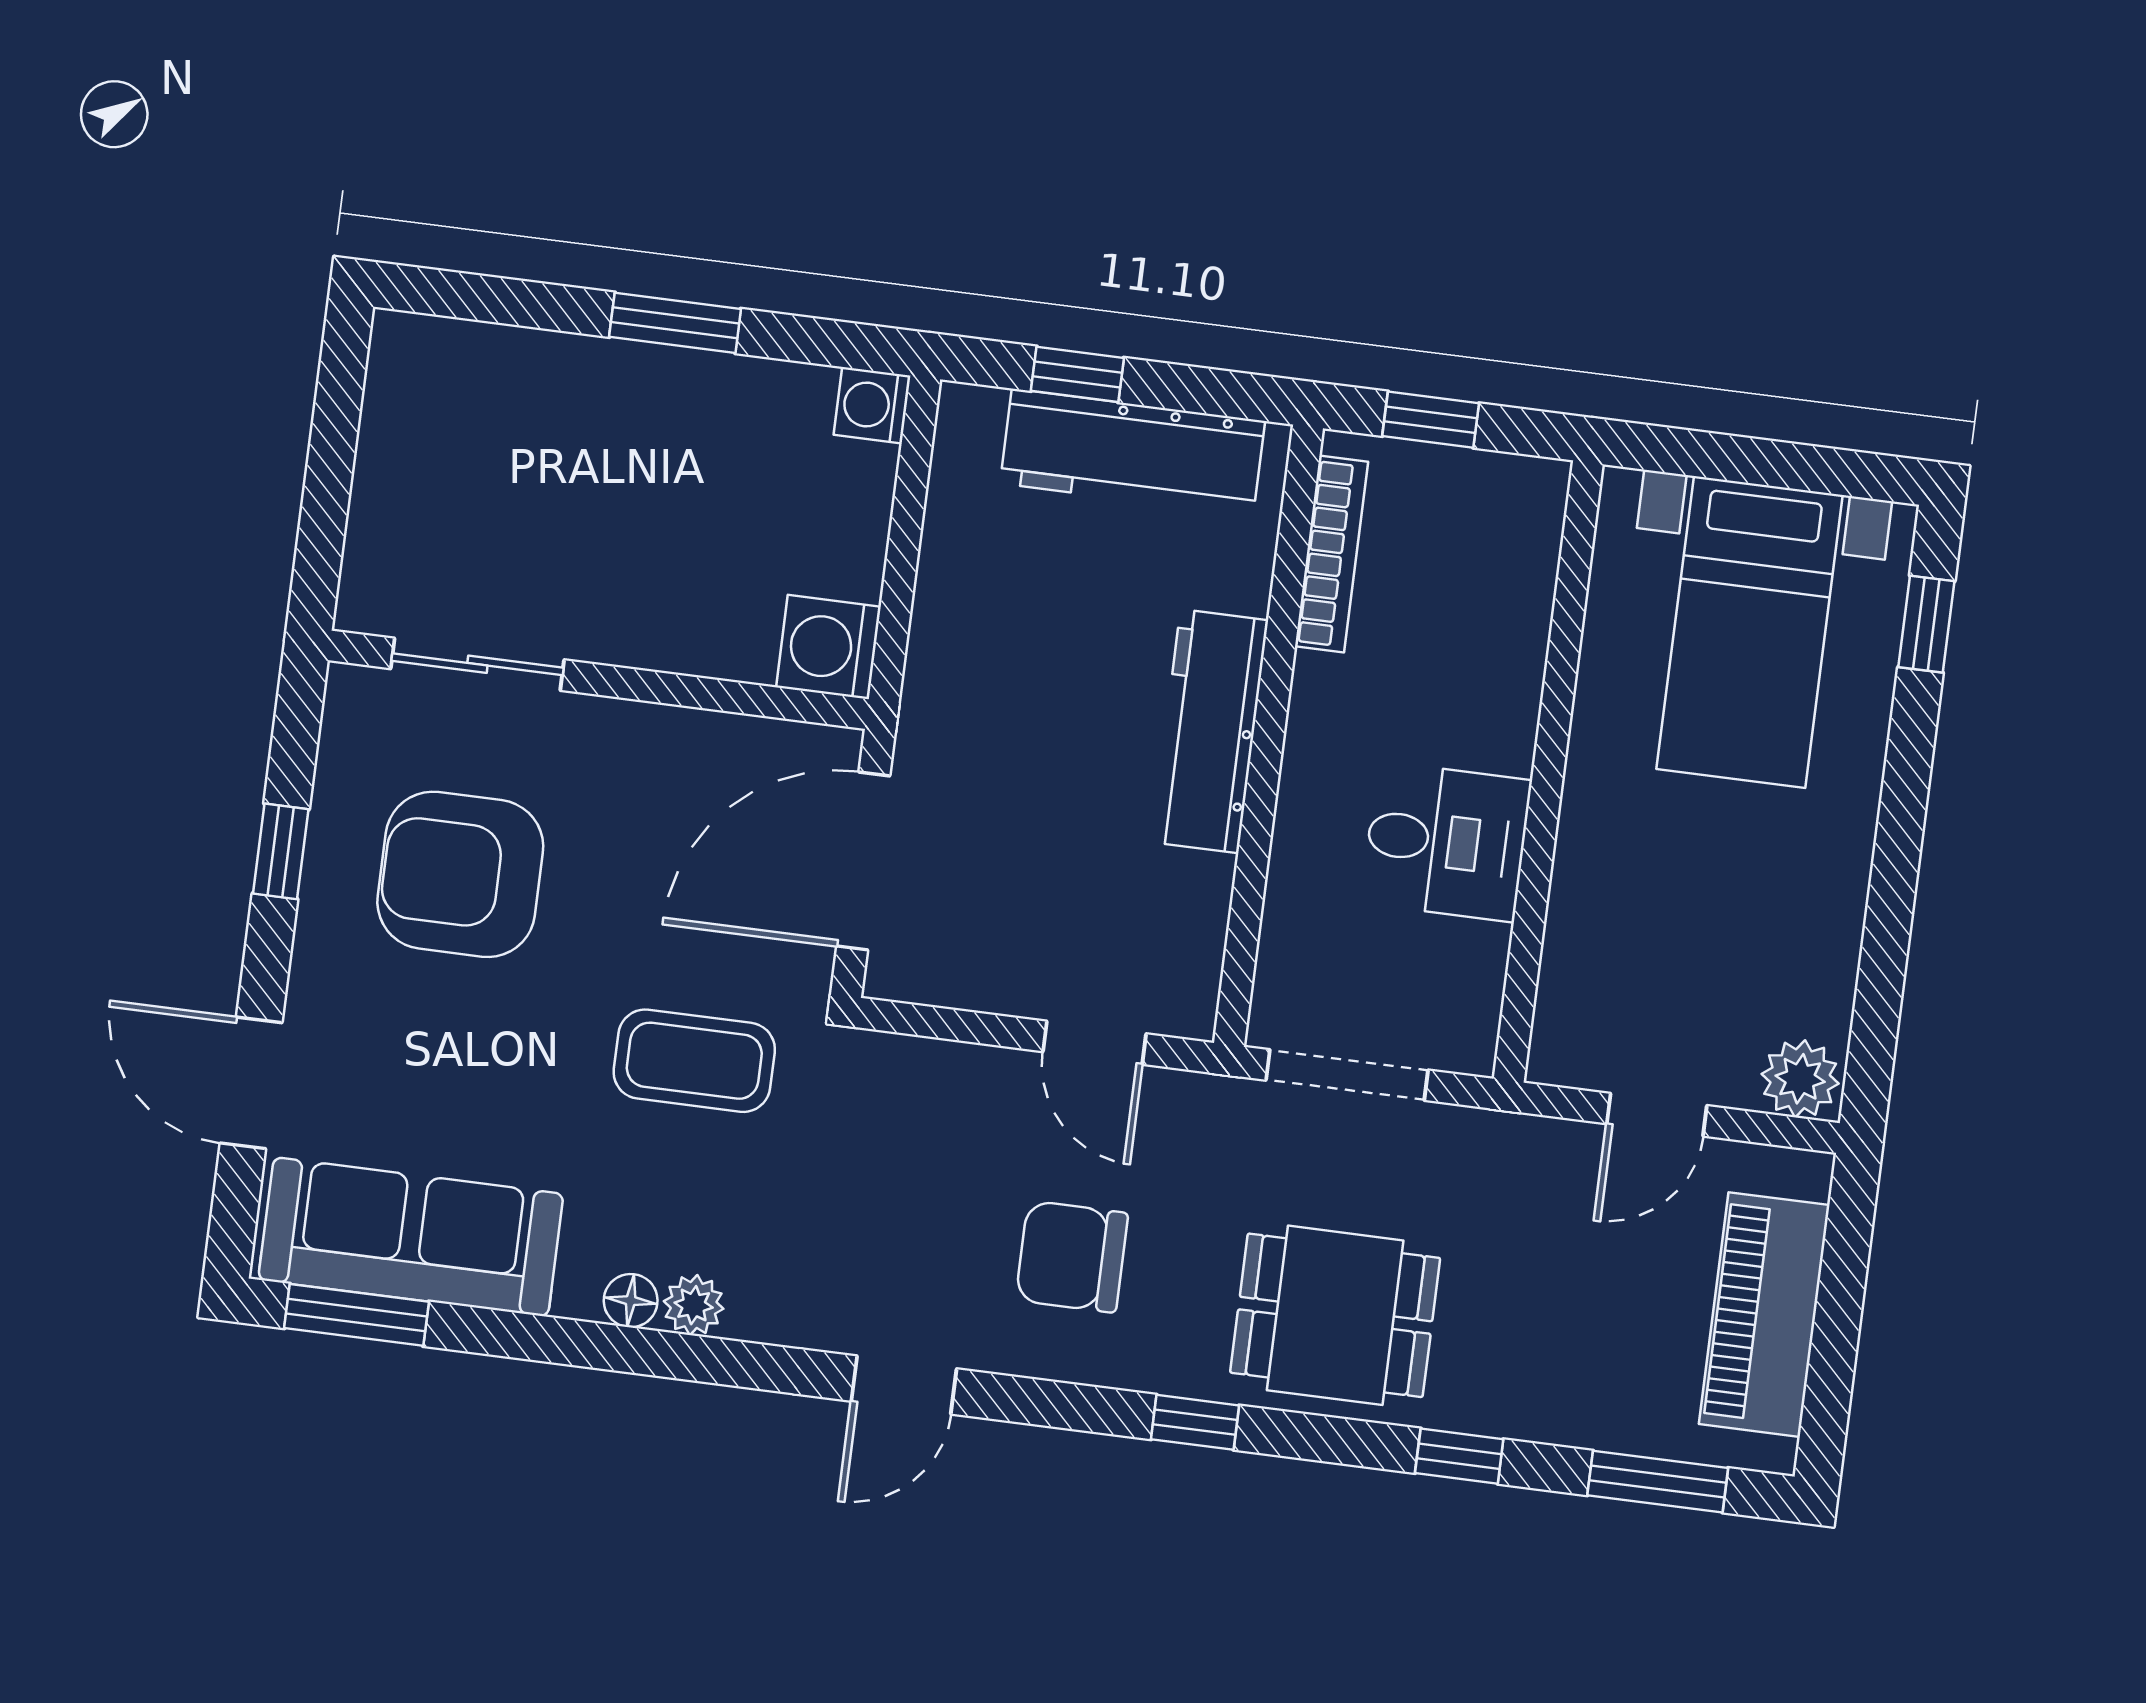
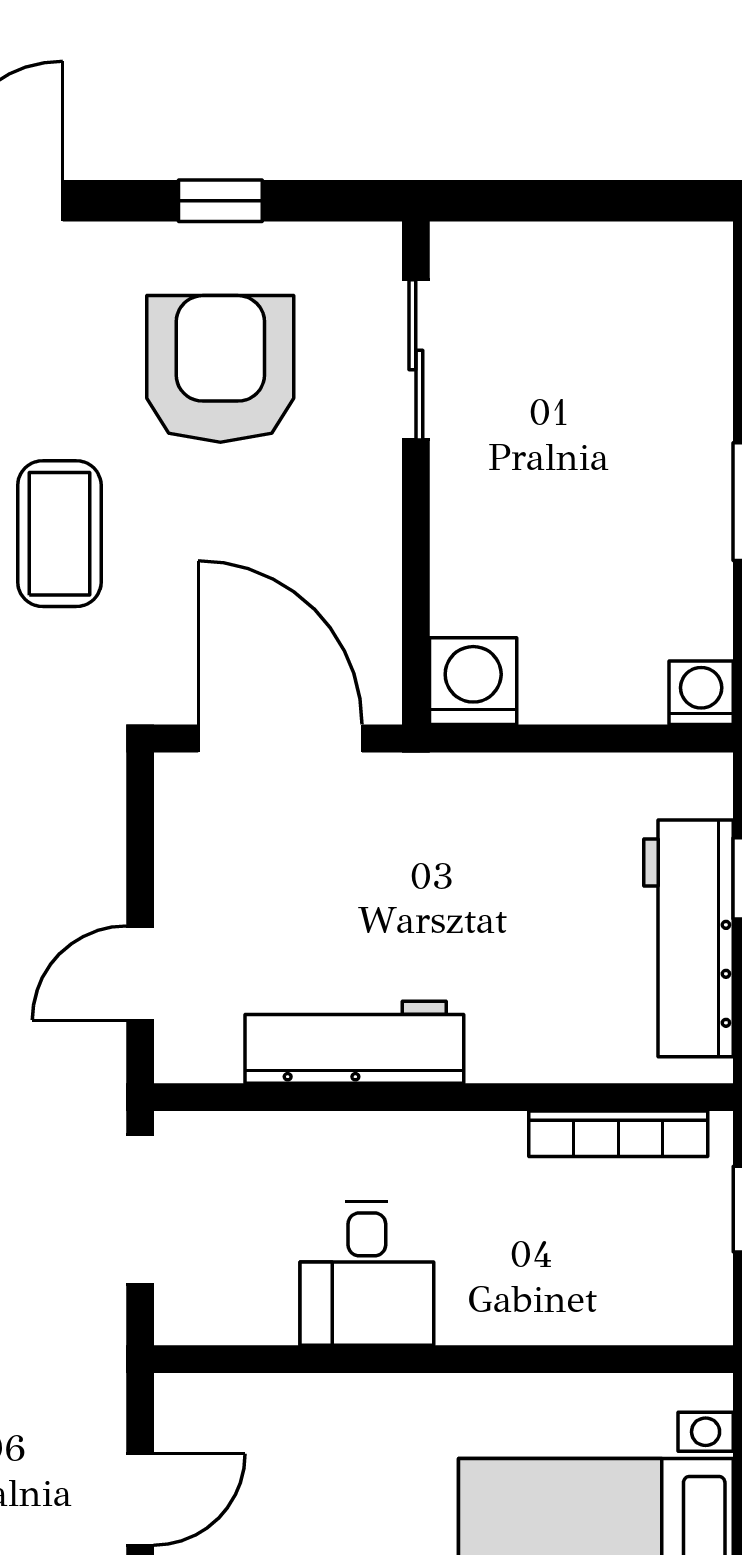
workbench: (1210, 731) -> (354, 1042), moved
coffee table: (694, 1061) -> (59, 534), moved
door: (1657, 1115) -> (140, 1499), swing flipped

